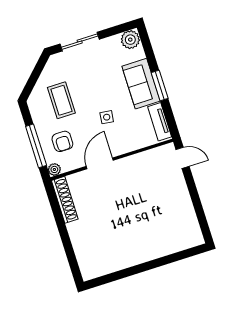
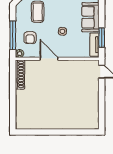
window: (160, 85) -> (102, 38), moved
door: (100, 163) -> (49, 59), hinge flipped

